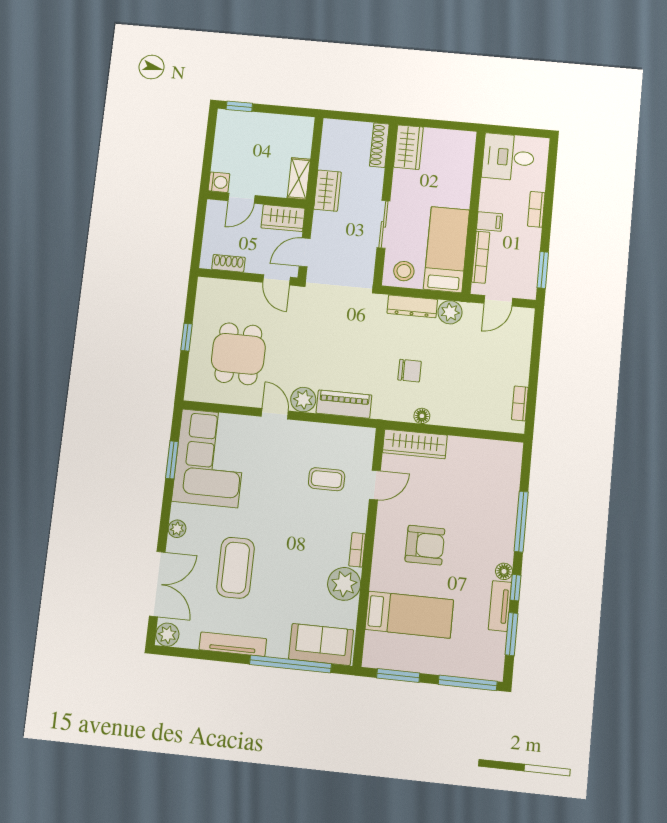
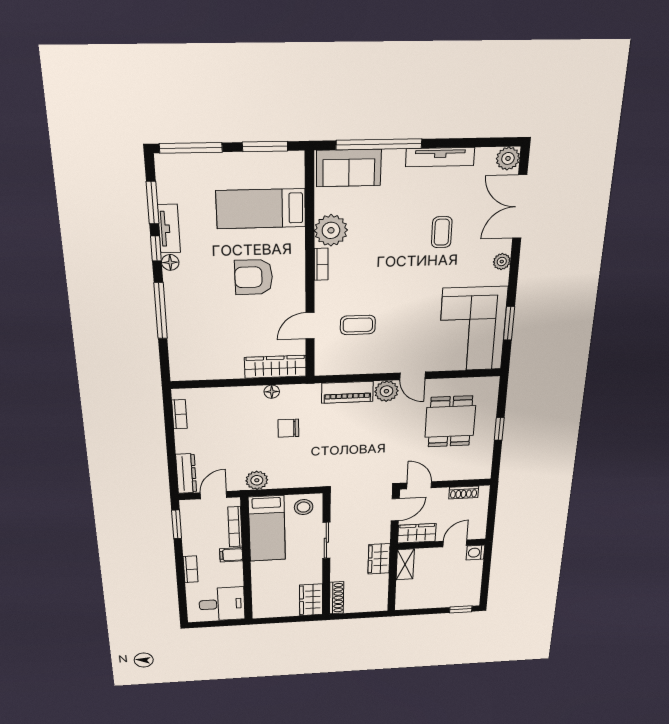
dresser: (412, 306) -> (186, 474), moved, turned 90
coffee table: (236, 568) -> (442, 232), width x0.54, depth x0.58

